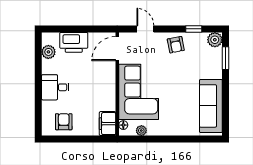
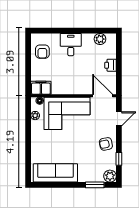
printer: (74, 42) -> (111, 65), width x0.53, depth x0.68
armchair: (64, 122) -> (42, 52), turned 90

